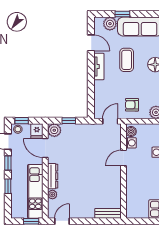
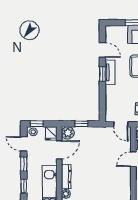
plant: (110, 24) -> (121, 32), removed
window: (91, 68) -> (102, 74), added
door: (110, 121) -> (121, 124), swing flipped
door: (45, 148) -> (59, 150), swing flipped

